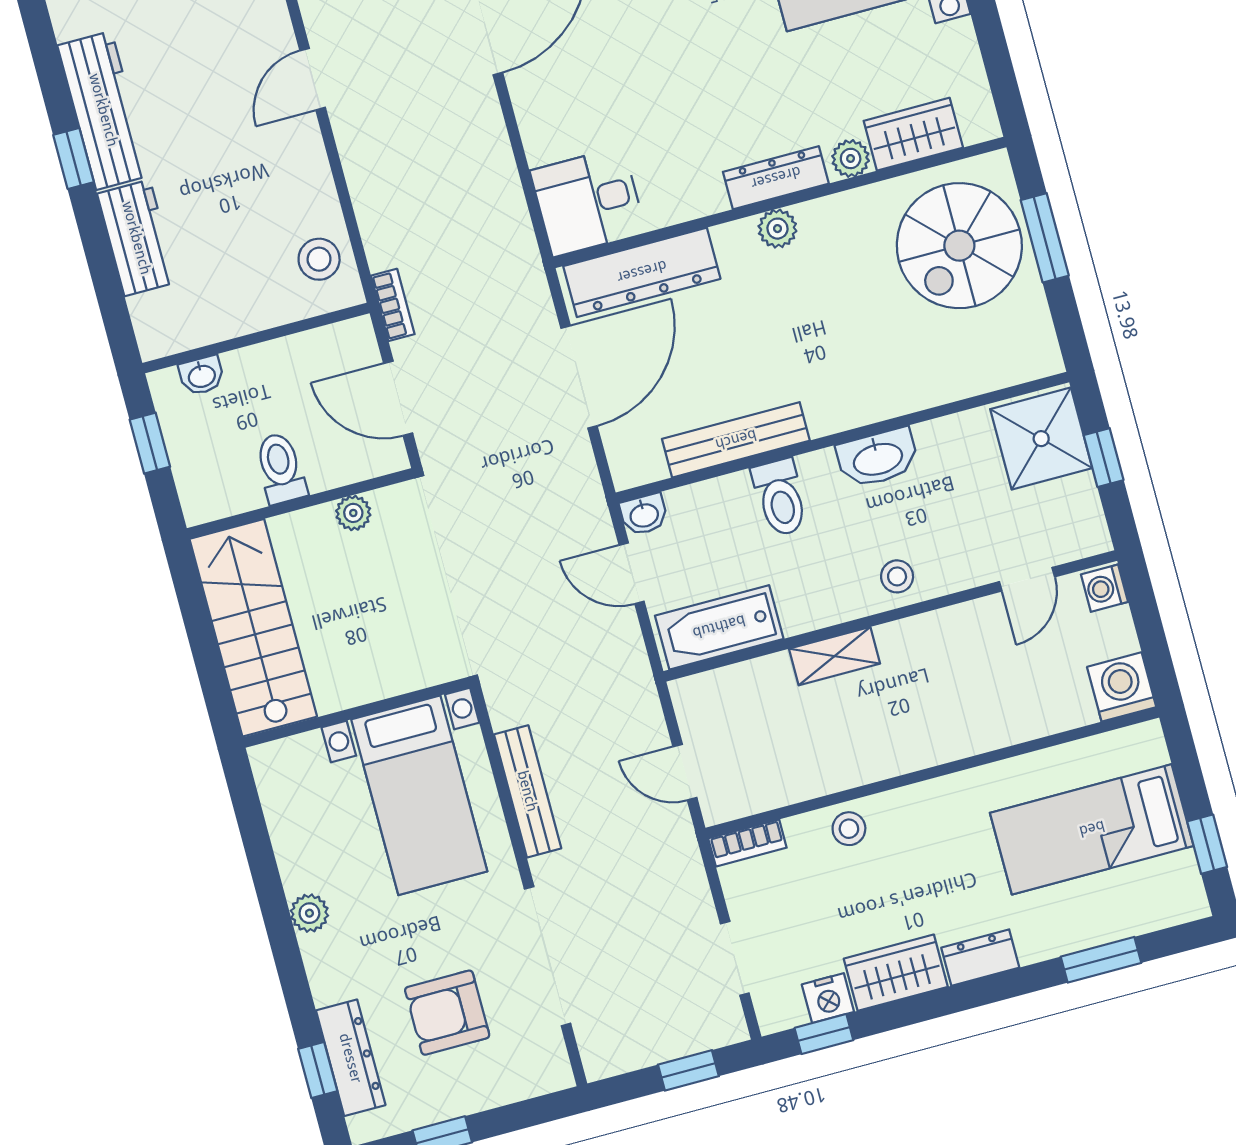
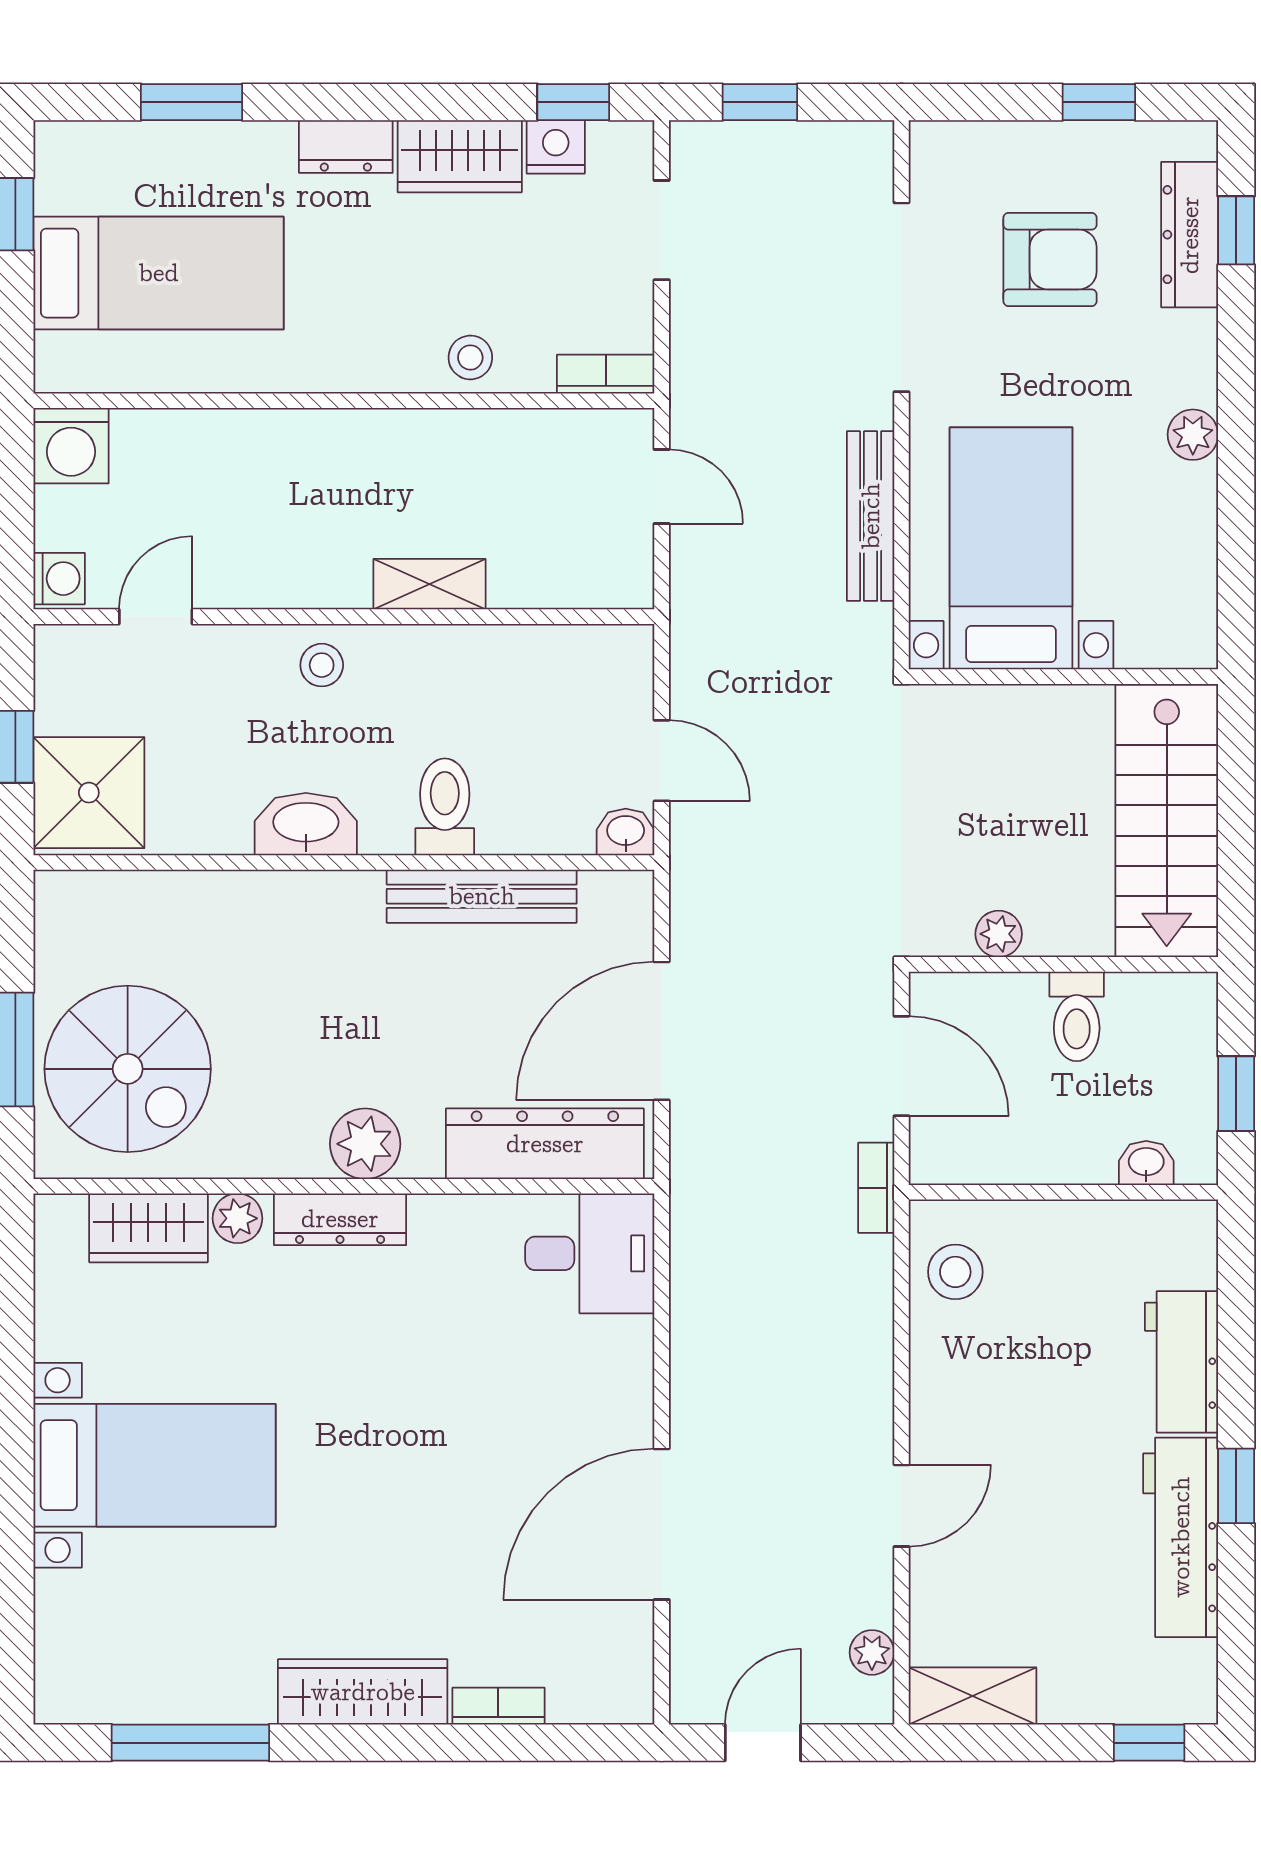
plant: (777, 229) -> (365, 1144), width x1.38, depth x1.38
spiral stairs: (959, 246) -> (128, 1069), turned 90
bathtub: (719, 627) -> (568, 661), removed

